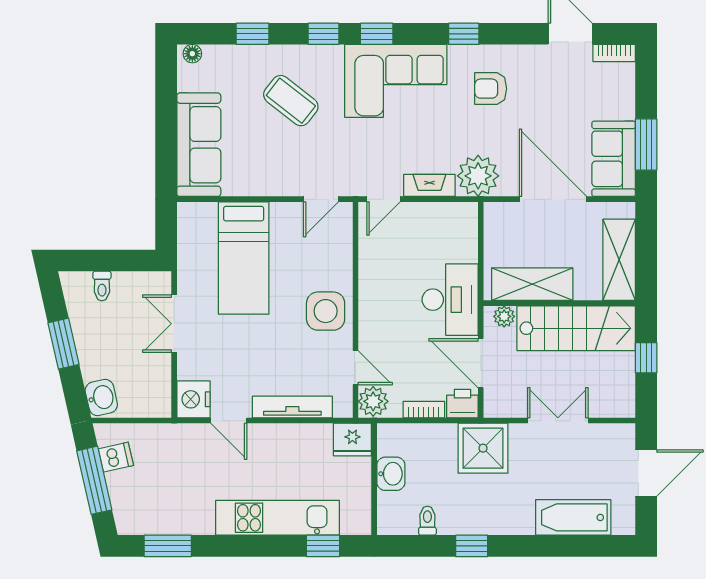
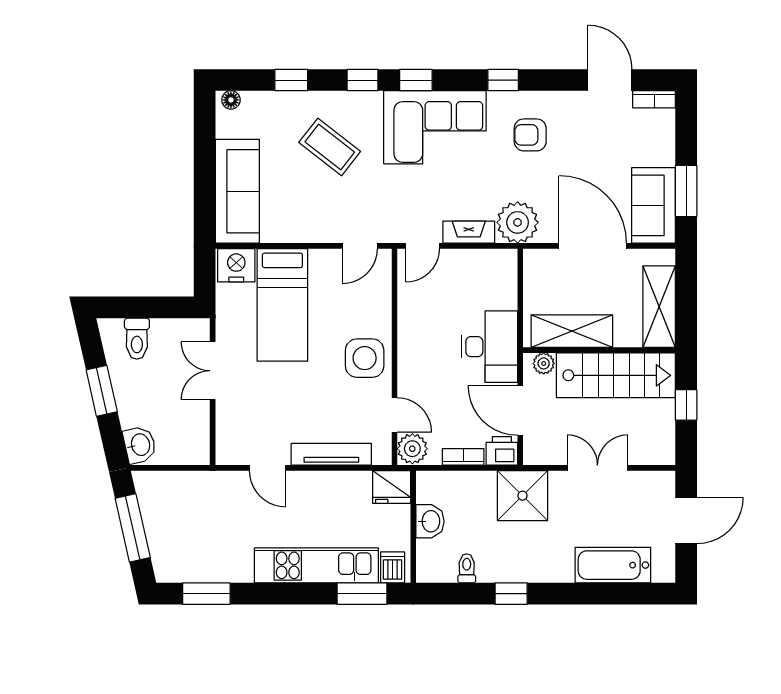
toilet: (102, 286) -> (137, 339), width x1.37, depth x1.39
nightstand: (193, 399) -> (236, 265), moved, turned 90
dishwasher: (116, 457) -> (393, 567), moved, turned -77
window: (323, 546) -> (362, 594), width x1.50

